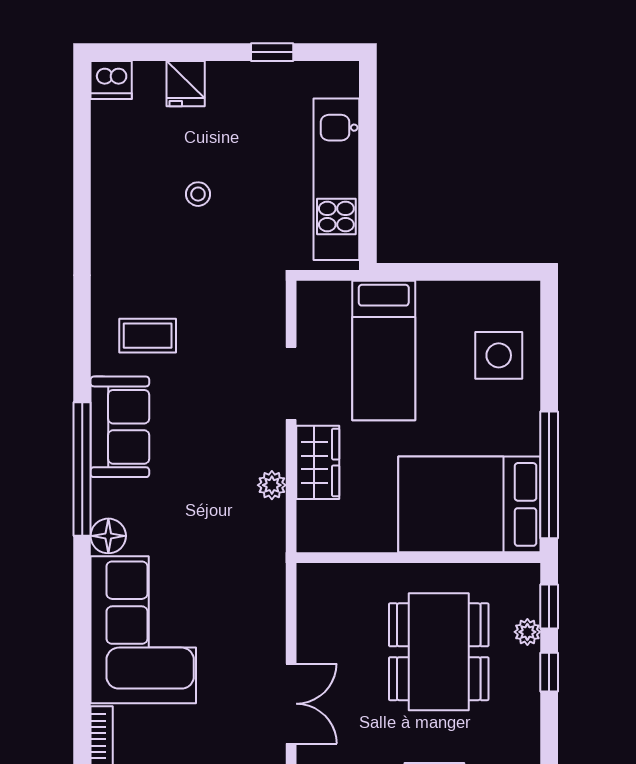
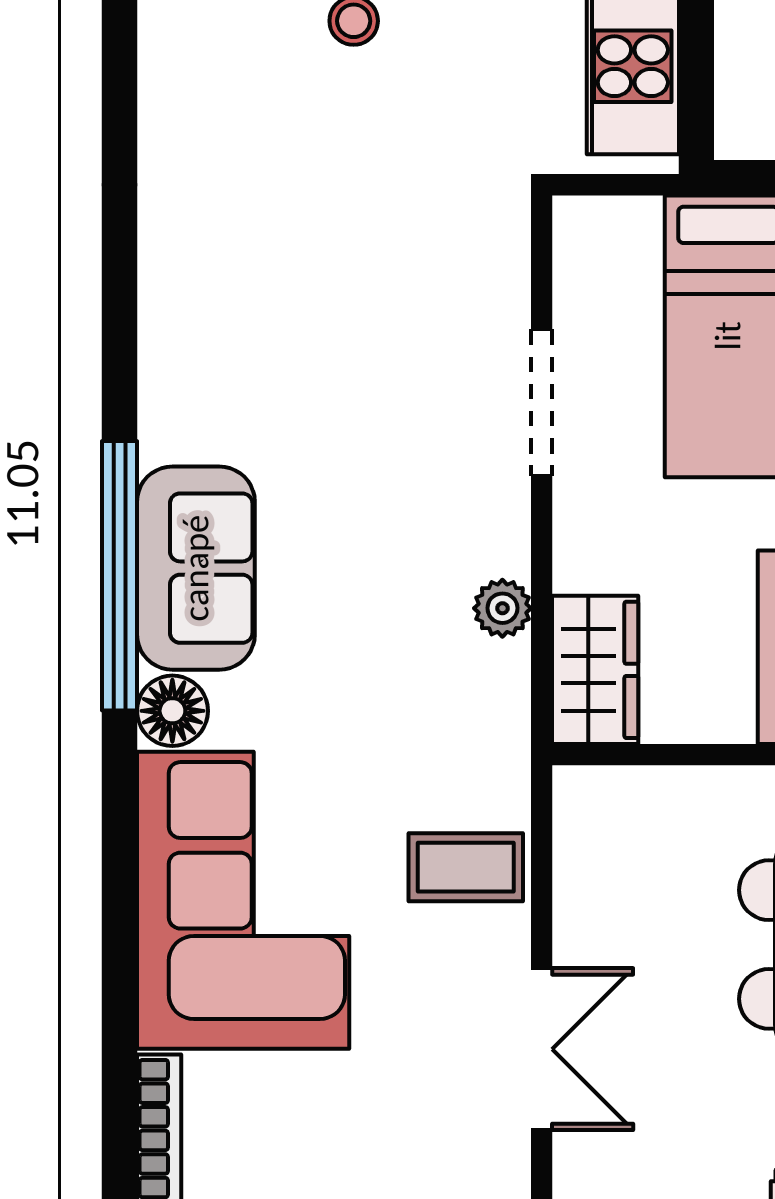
coffee table: (148, 336) -> (466, 867), moved
sofa: (120, 427) -> (196, 568), moved
wardrobe: (318, 462) -> (595, 670), moved

